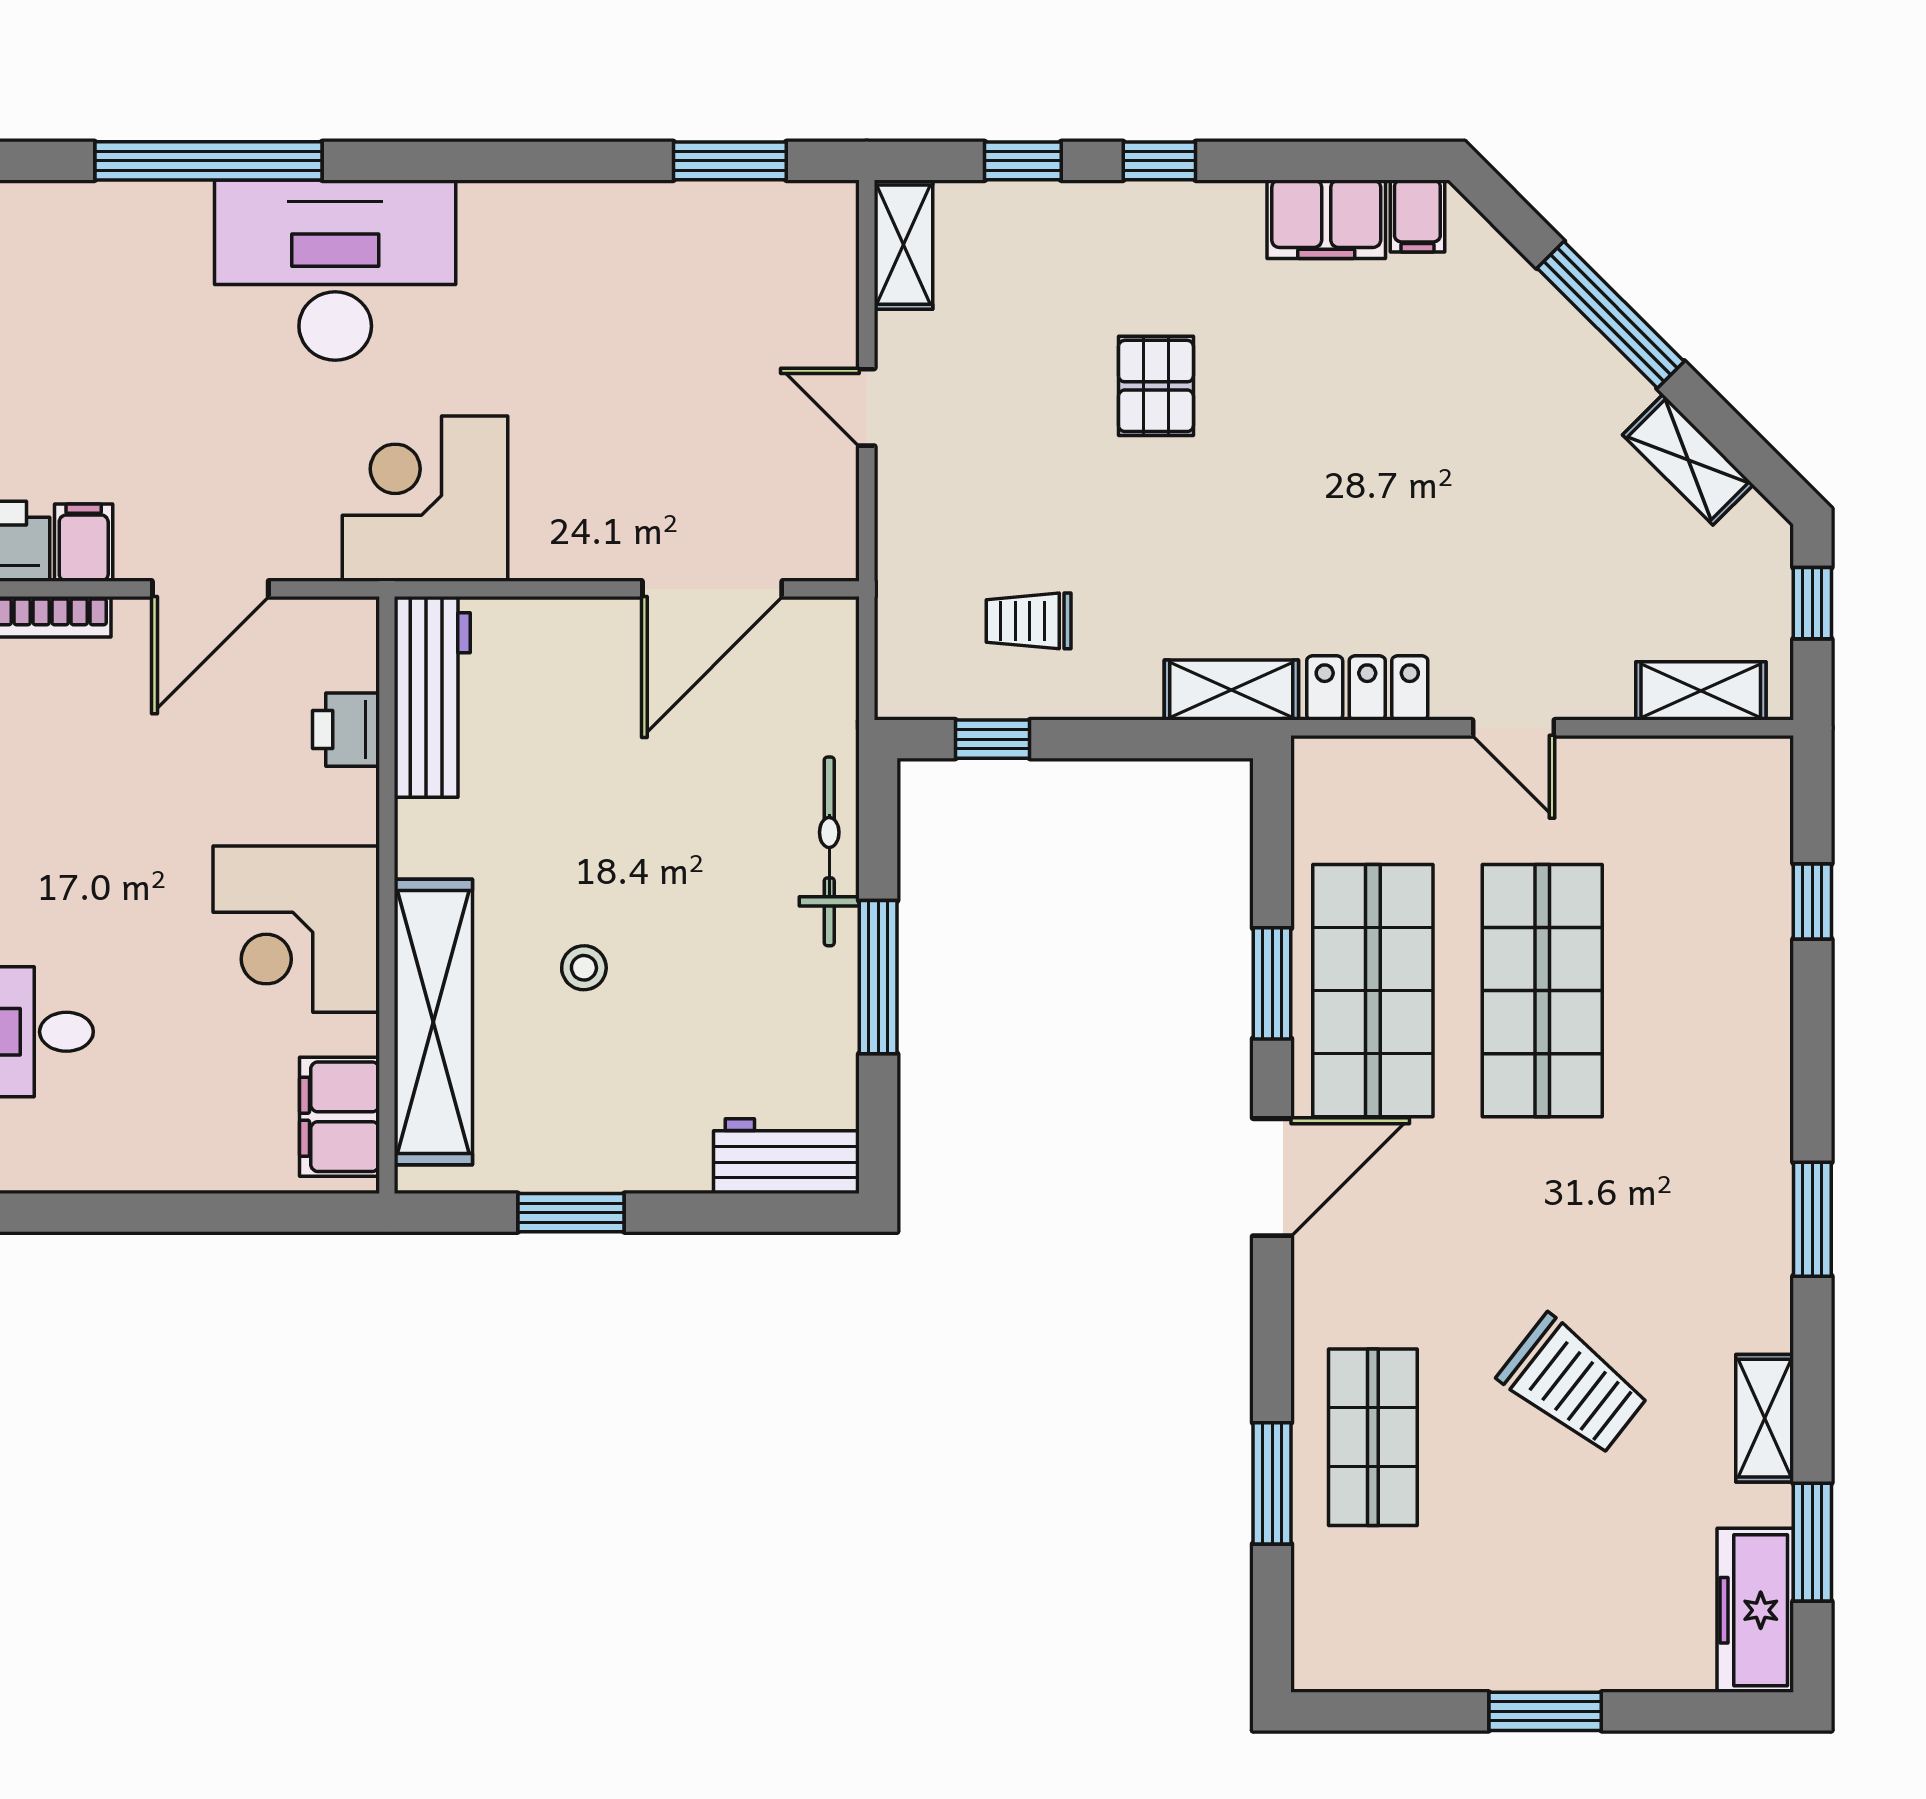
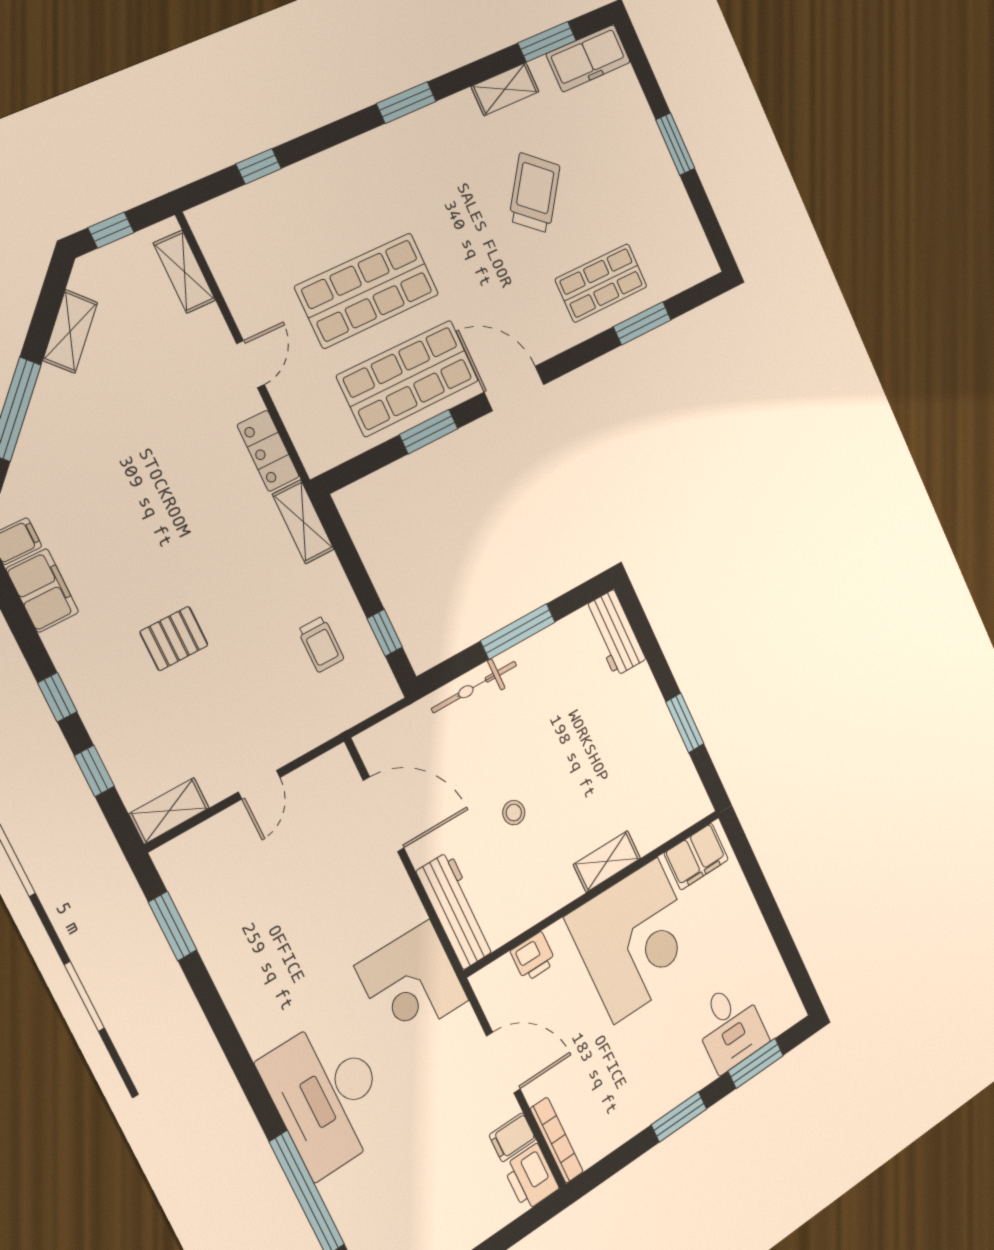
workbench: (432, 697) -> (456, 910), moved, turned 90
corner desk: (296, 929) -> (636, 940), width x1.36, depth x1.36
stool: (584, 968) -> (514, 813), moved
shelving: (433, 1022) -> (607, 861), width x0.45, depth x0.75

